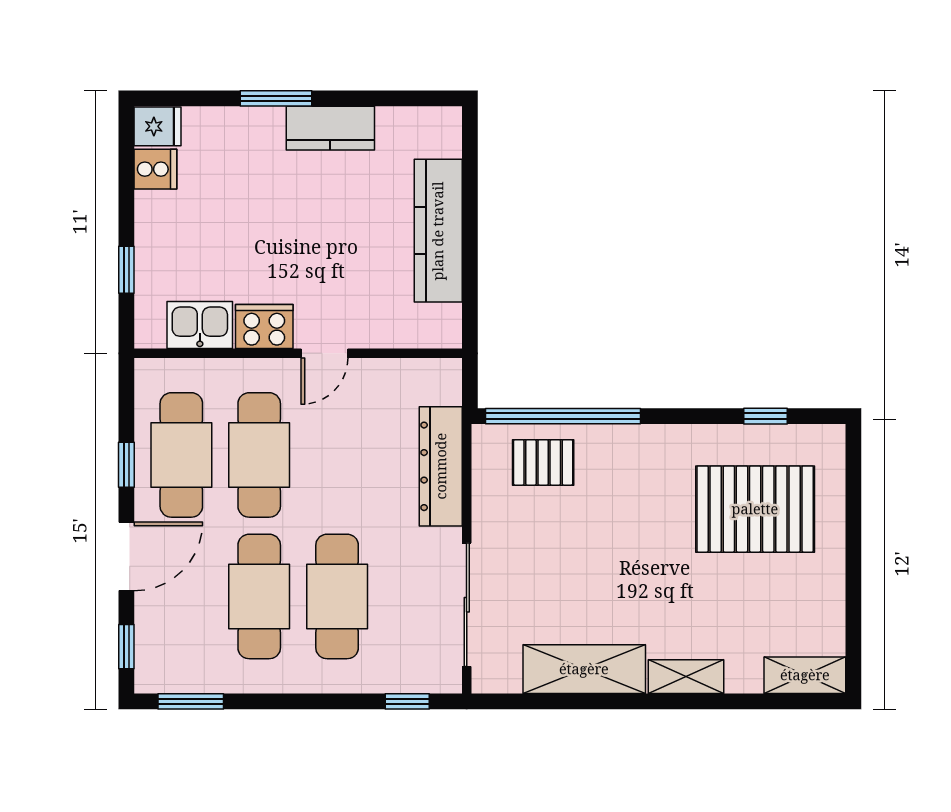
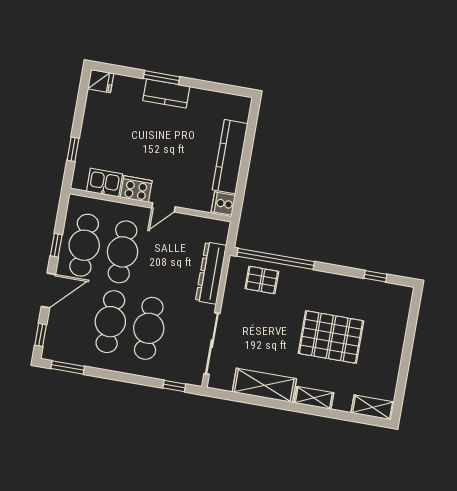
kitchen counter: (330, 128) -> (166, 93), moved
cooker: (155, 169) -> (223, 204), moved, turned 180
pallet: (755, 509) -> (331, 337), moved

